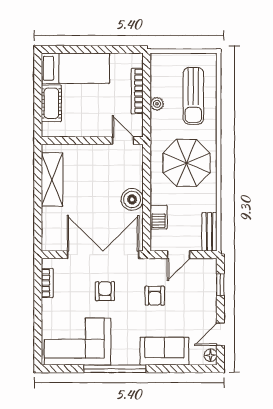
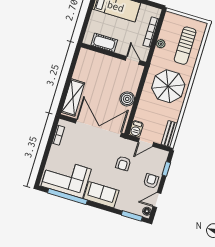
cot: (51, 103) -> (104, 43), moved, turned 90
shelving: (52, 180) -> (73, 98), moved
barbecue: (159, 217) -> (136, 129), moved
armchair: (105, 291) -> (151, 181), moved
sofa: (164, 351) -> (101, 195), moved
window: (115, 369) -> (67, 196), moved
window: (191, 369) -> (132, 216), added

